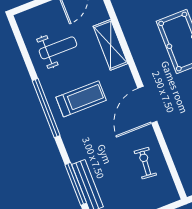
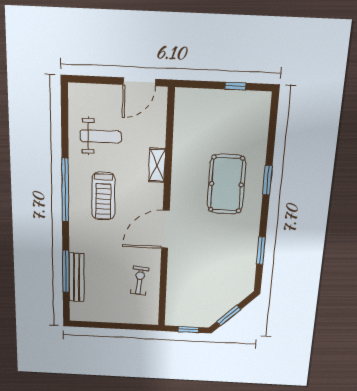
shelving: (110, 45) -> (157, 165), width x0.67, depth x0.75
treadmill: (81, 99) -> (103, 196), turned 90

